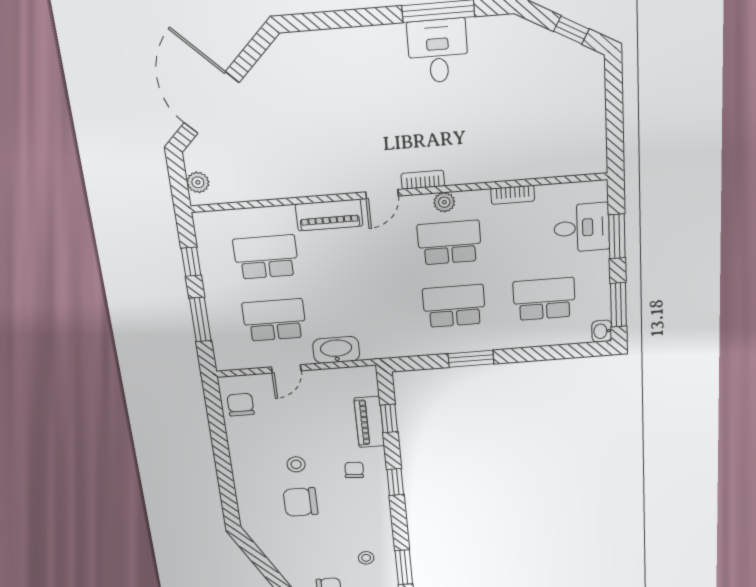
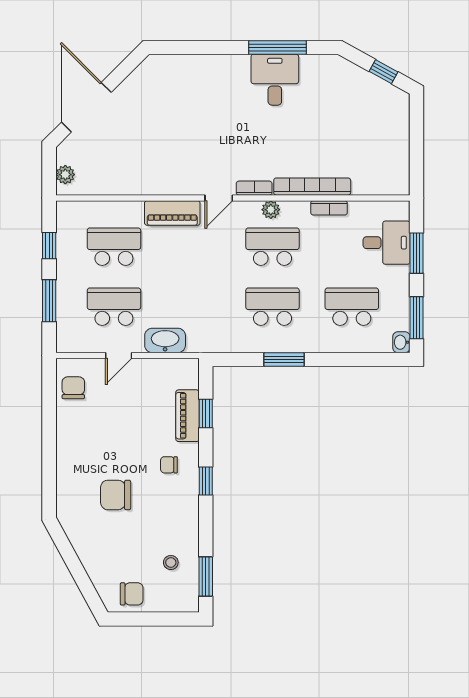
bookcase: (491, 172) -> (312, 187), added
stool: (296, 464) -> (116, 454), removed
chair: (354, 470) -> (169, 465), turned -94

